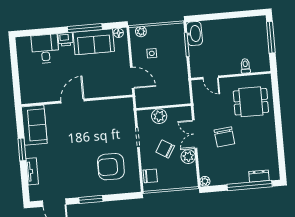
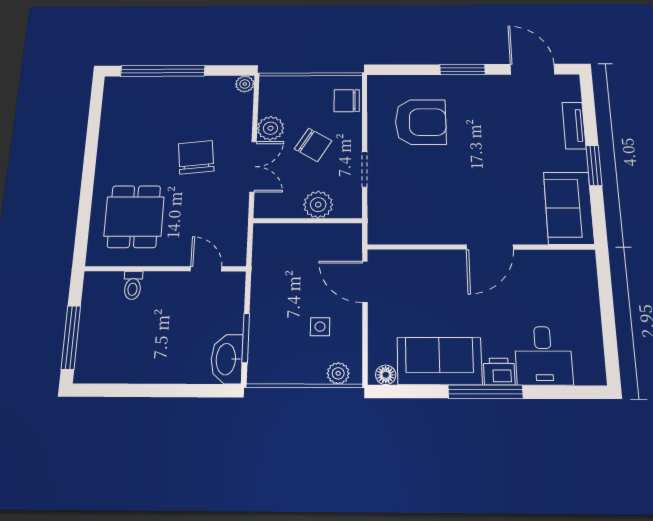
window: (85, 28) -> (486, 392), moved
dining table: (251, 102) -> (134, 217), turned 90
dresser: (259, 176) -> (143, 85), removed

